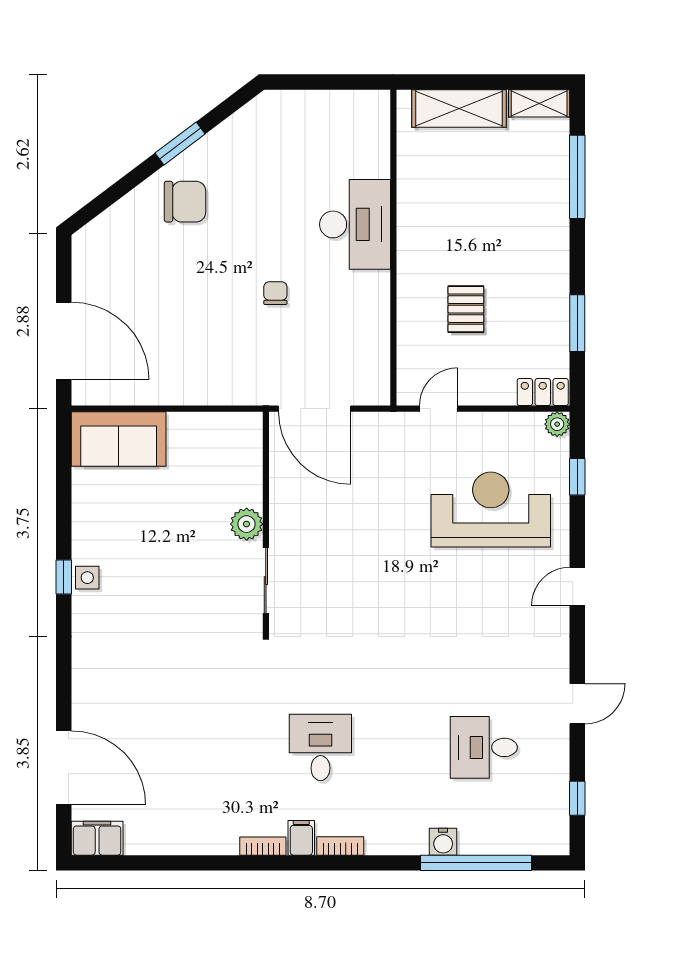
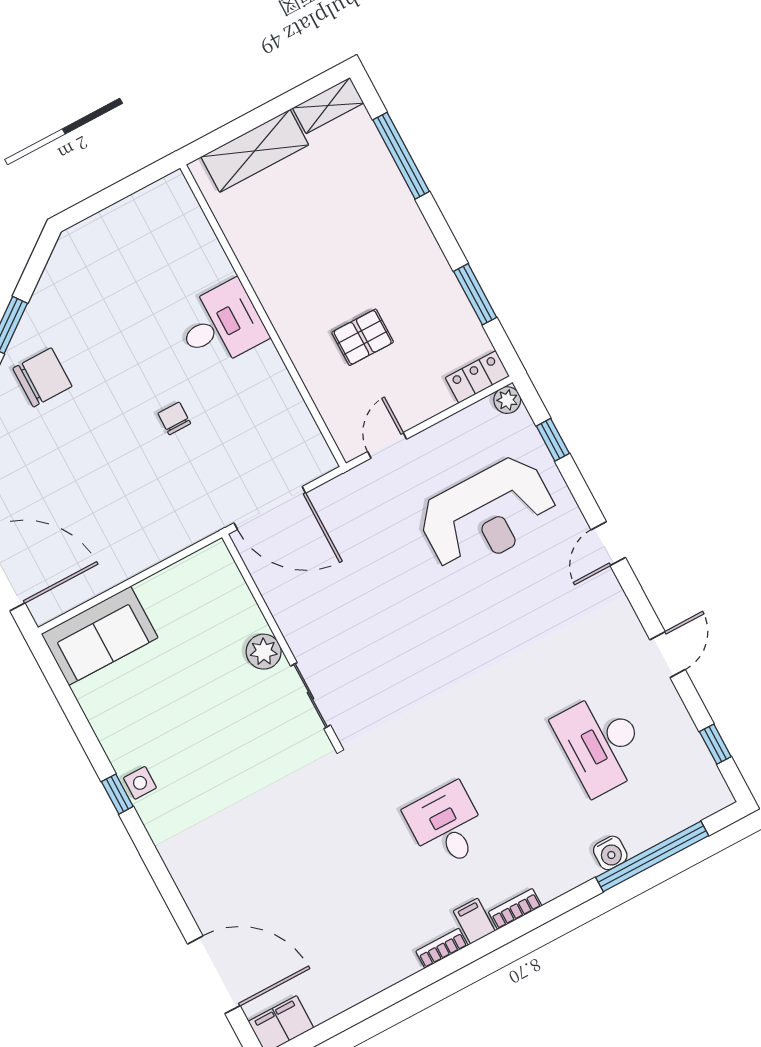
desk: (355, 224) -> (221, 325), width x0.73
pallet: (466, 309) -> (363, 337), turned 90
reception desk: (491, 509) -> (487, 514), turned 180
desk: (484, 747) -> (601, 743), width x1.37

